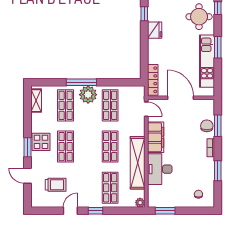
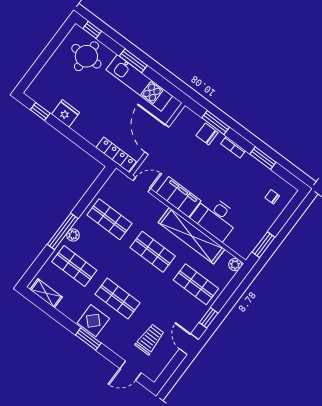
plant: (88, 95) -> (73, 235), width x0.53, depth x0.53
door: (180, 98) -> (157, 140), hinge flipped
door: (28, 176) -> (130, 371), moved

